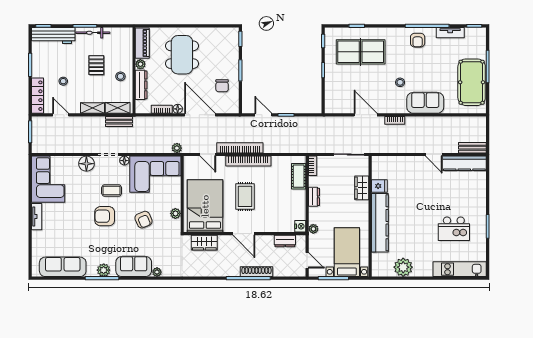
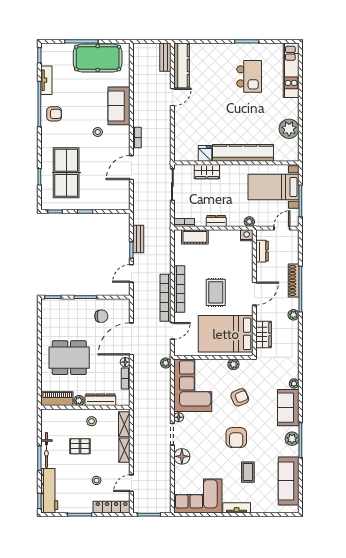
bench: (119, 122) -> (138, 239), moved
coffee table: (112, 191) -> (248, 472), moved
rug: (245, 196) -> (216, 292), turned 90
plant: (223, 272) -> (293, 315), added

